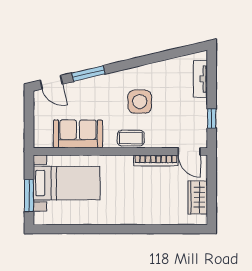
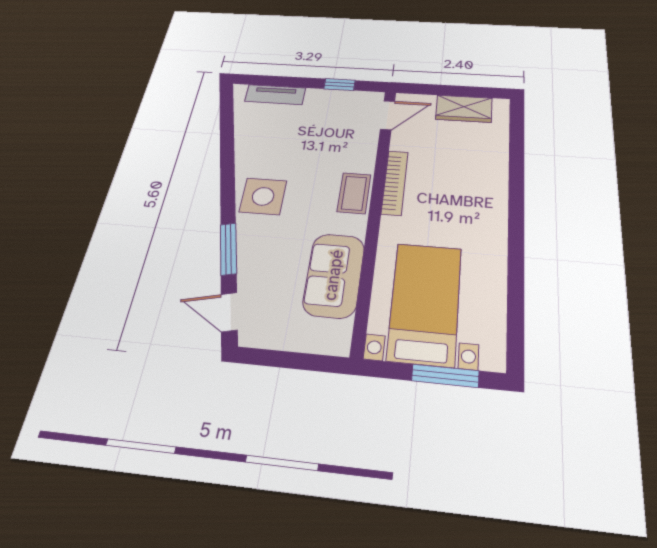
door: (51, 82) -> (229, 312), swing flipped
side table: (140, 102) -> (263, 196), moved
bookcase: (156, 160) -> (395, 183), moved

